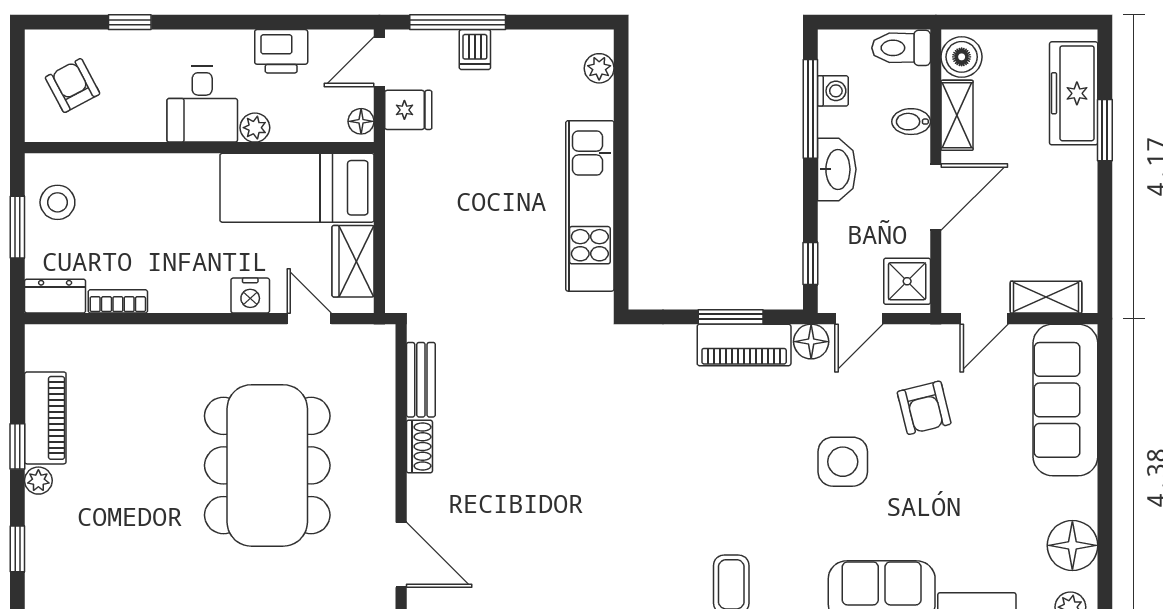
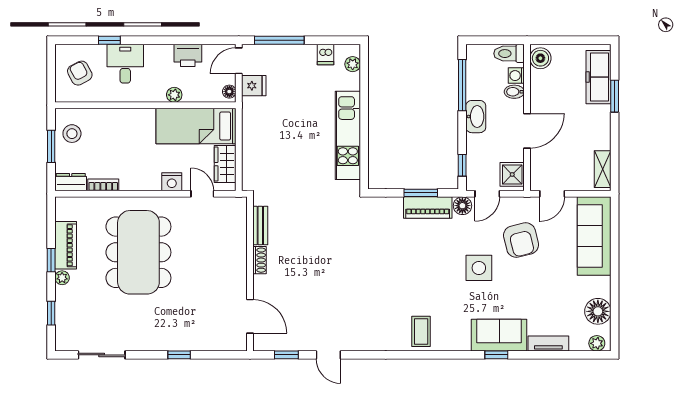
dishwasher: (475, 50) -> (326, 54), moved
washing machine: (833, 91) -> (516, 76), moved, turned 180
desk: (202, 104) -> (125, 64), moved, turned 180
shelving: (957, 115) -> (538, 88), removed
shelving: (1046, 297) -> (603, 169), moved, turned 90
armchair: (924, 408) -> (521, 240), width x1.38, depth x1.38
dining table: (267, 465) -> (138, 252), moved

